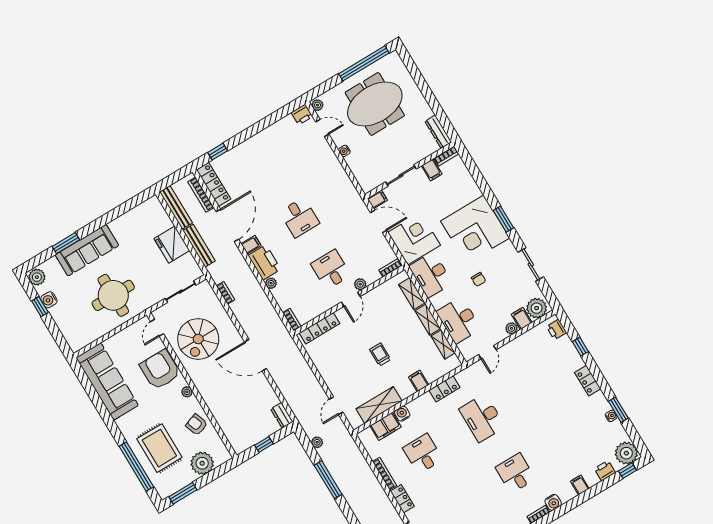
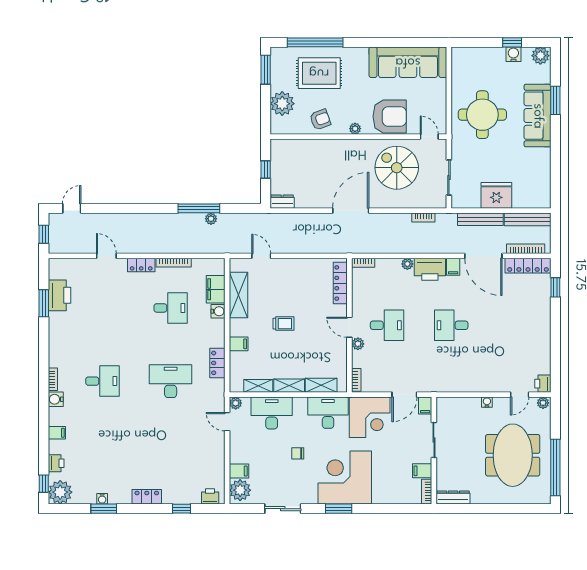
plant: (511, 328) -> (236, 403), moved
plant: (317, 442) -> (211, 219), moved

